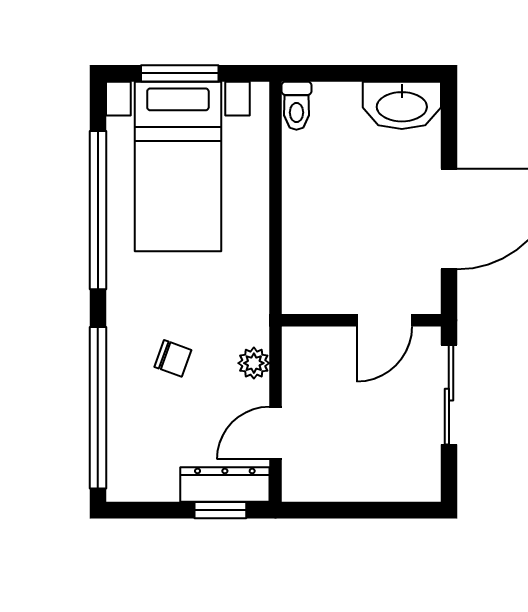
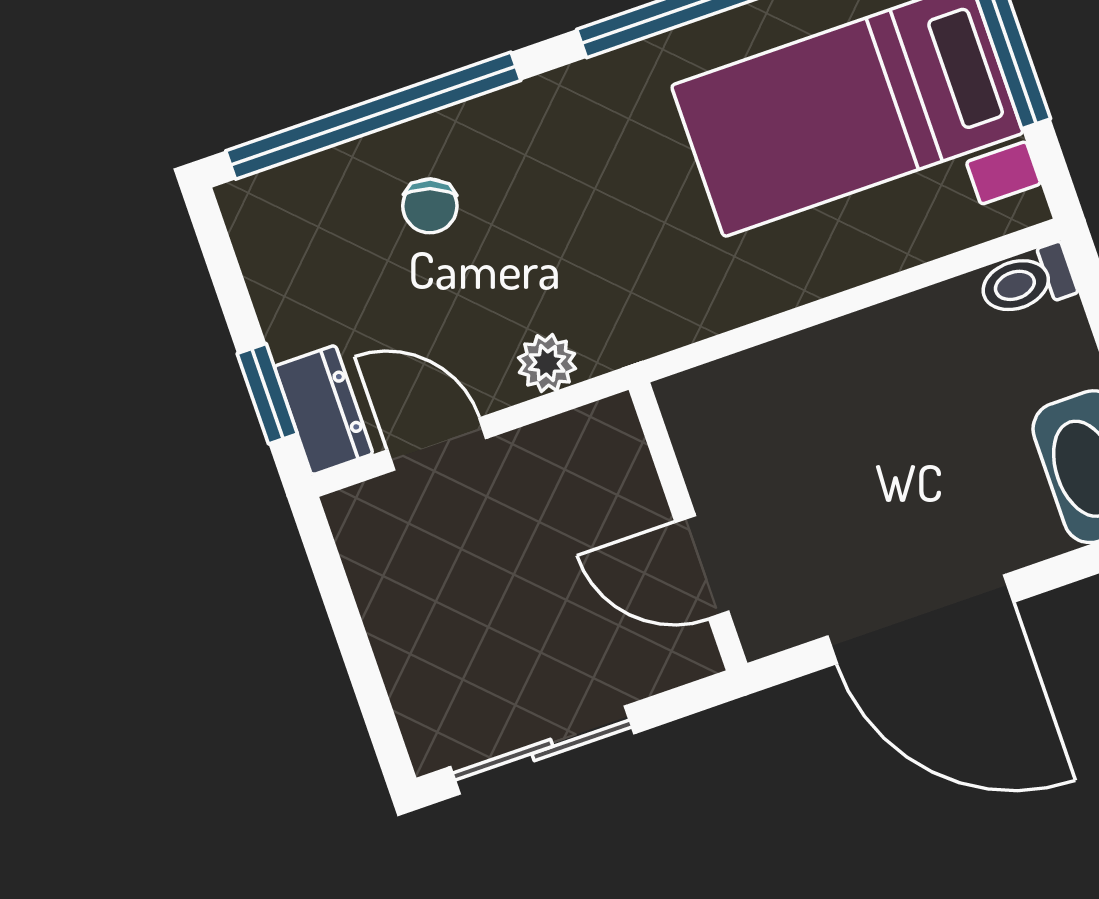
chair: (173, 358) -> (430, 206), moved
sliding door: (449, 395) -> (542, 750), moved
dresser: (225, 485) -> (324, 410), width x0.70

